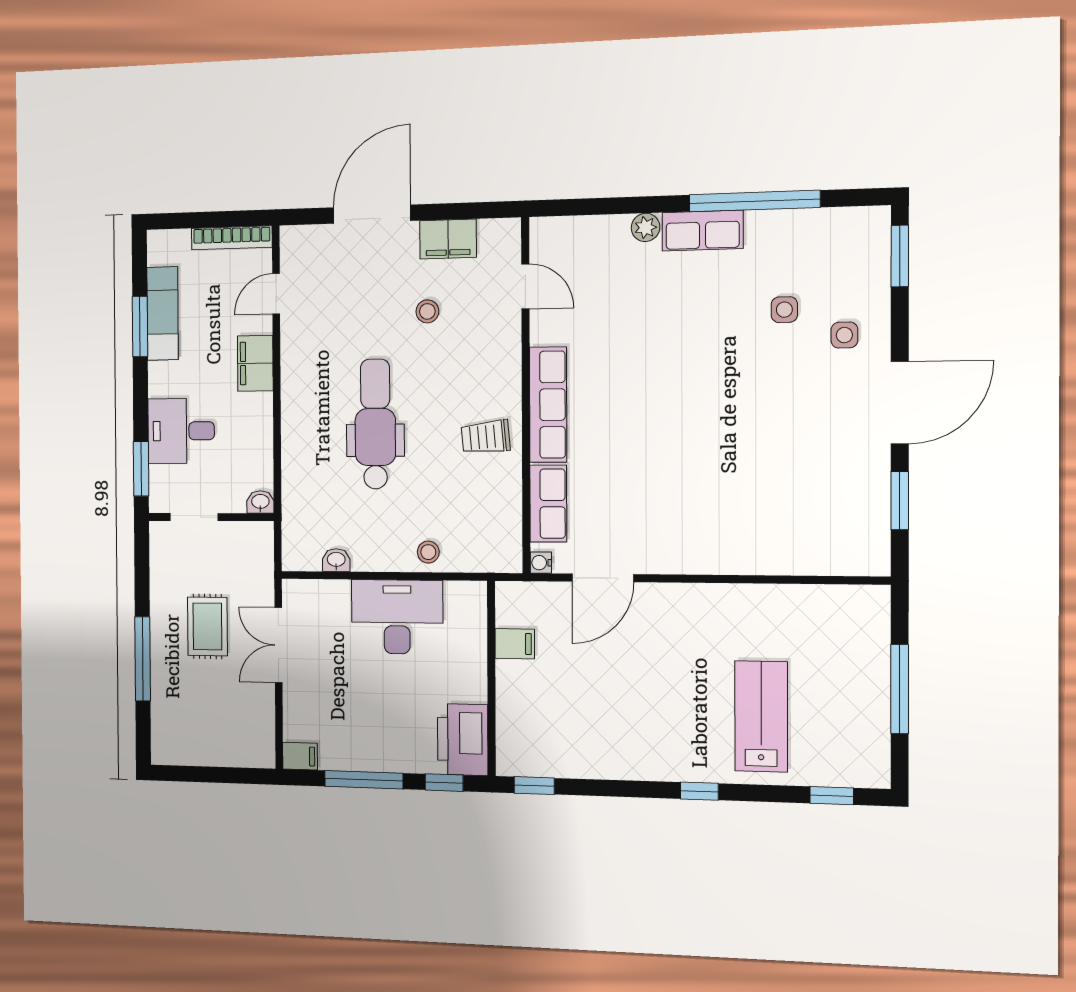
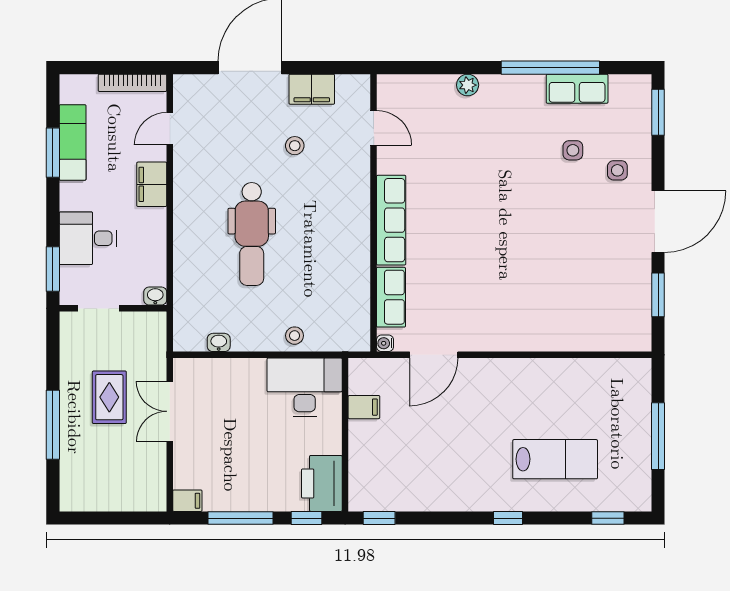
row of seats: (703, 231) -> (577, 89), moved
dental chair: (375, 424) -> (252, 234), turned 180
trolley: (486, 437) -> (341, 245), removed
desk: (397, 617) -> (305, 387), moved
lab bench: (761, 716) -> (555, 459), turned 90

